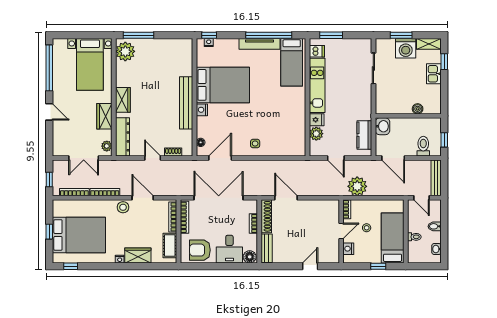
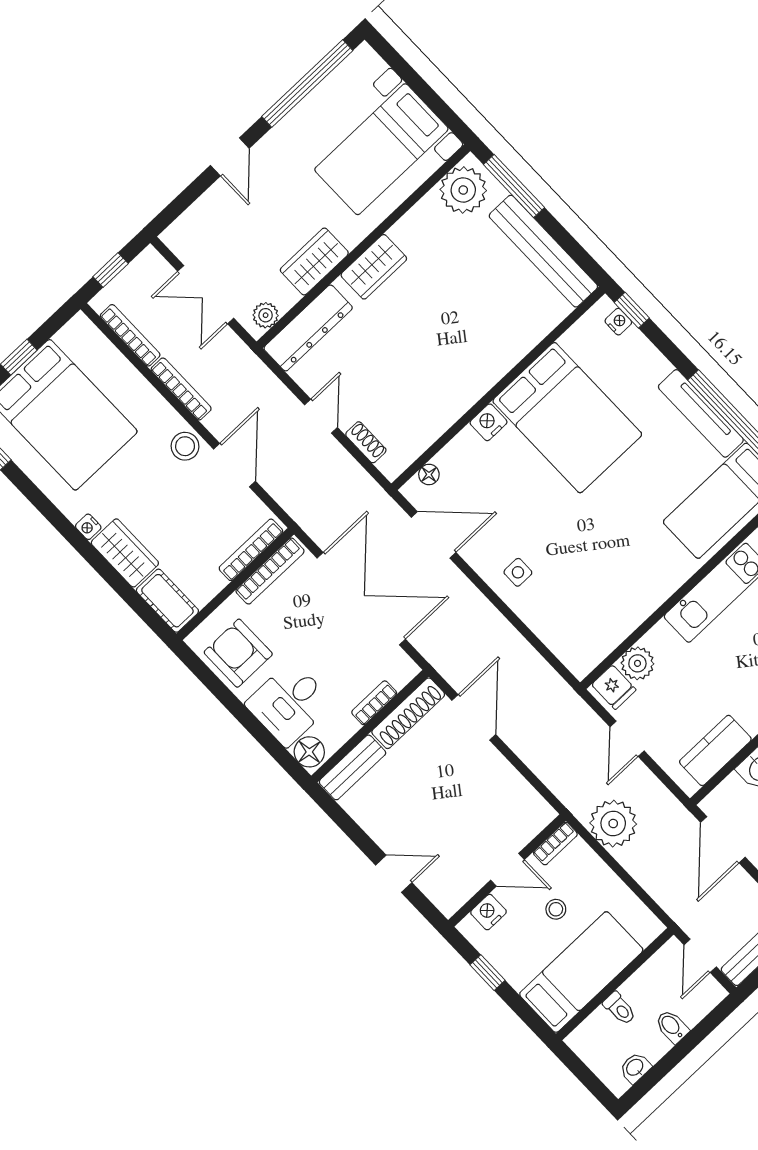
bench: (186, 103) -> (543, 251), moved, turned 90
fridge: (317, 120) -> (614, 687), moved
cot: (170, 245) -> (167, 601), moved, turned 90
window: (378, 266) -> (488, 973), moved

